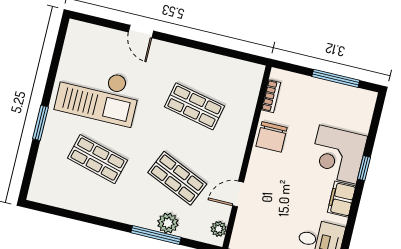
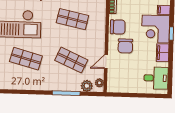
filing cabinet: (359, 124) -> (164, 10), added
chair: (272, 137) -> (118, 27), turned -90
chair: (278, 173) -> (125, 46), added
plant: (168, 223) -> (87, 86), moved

